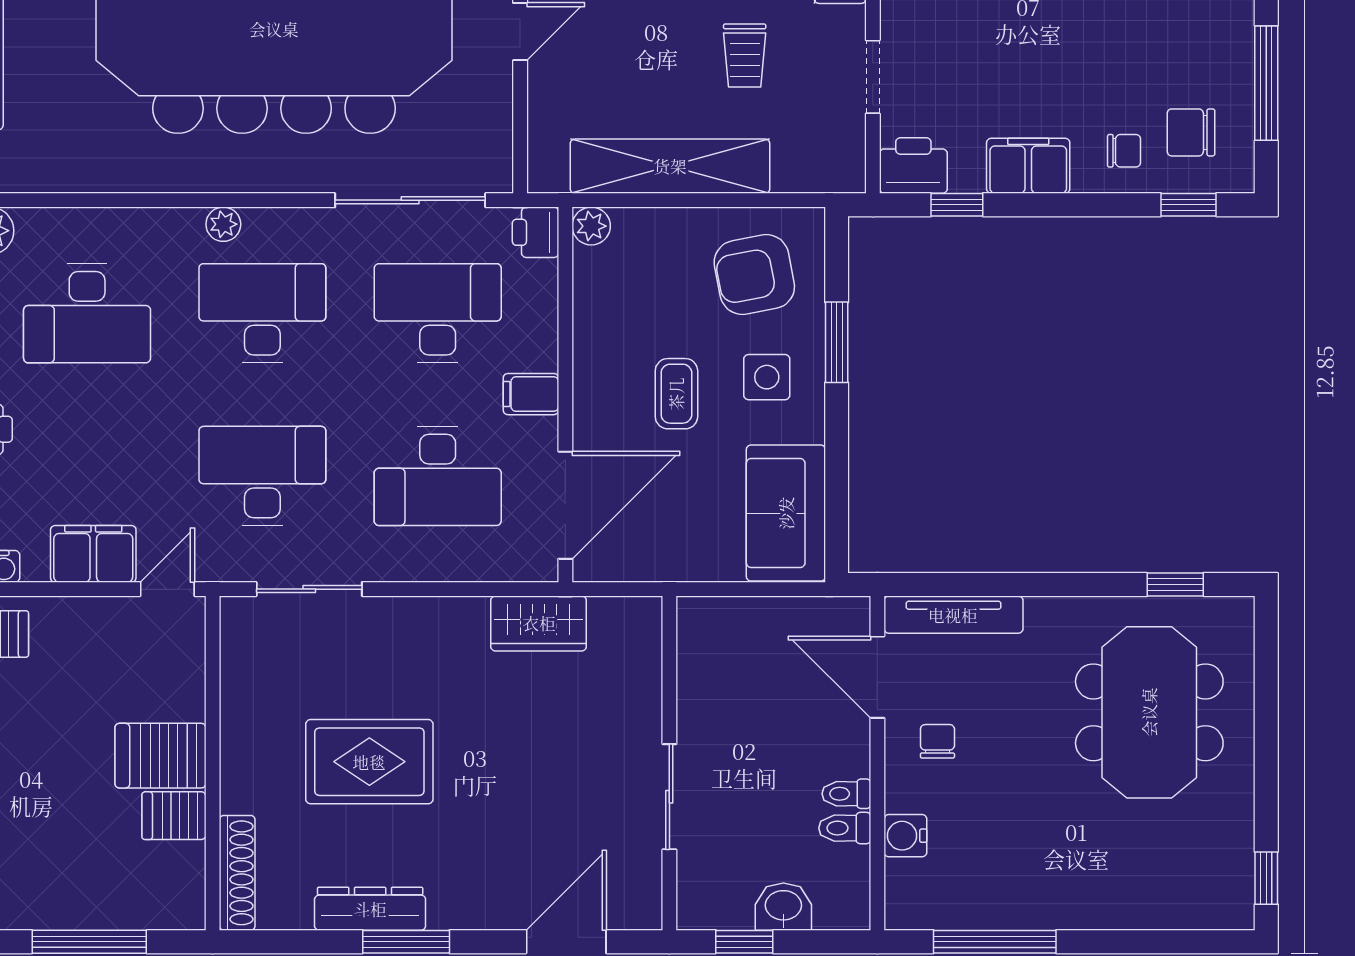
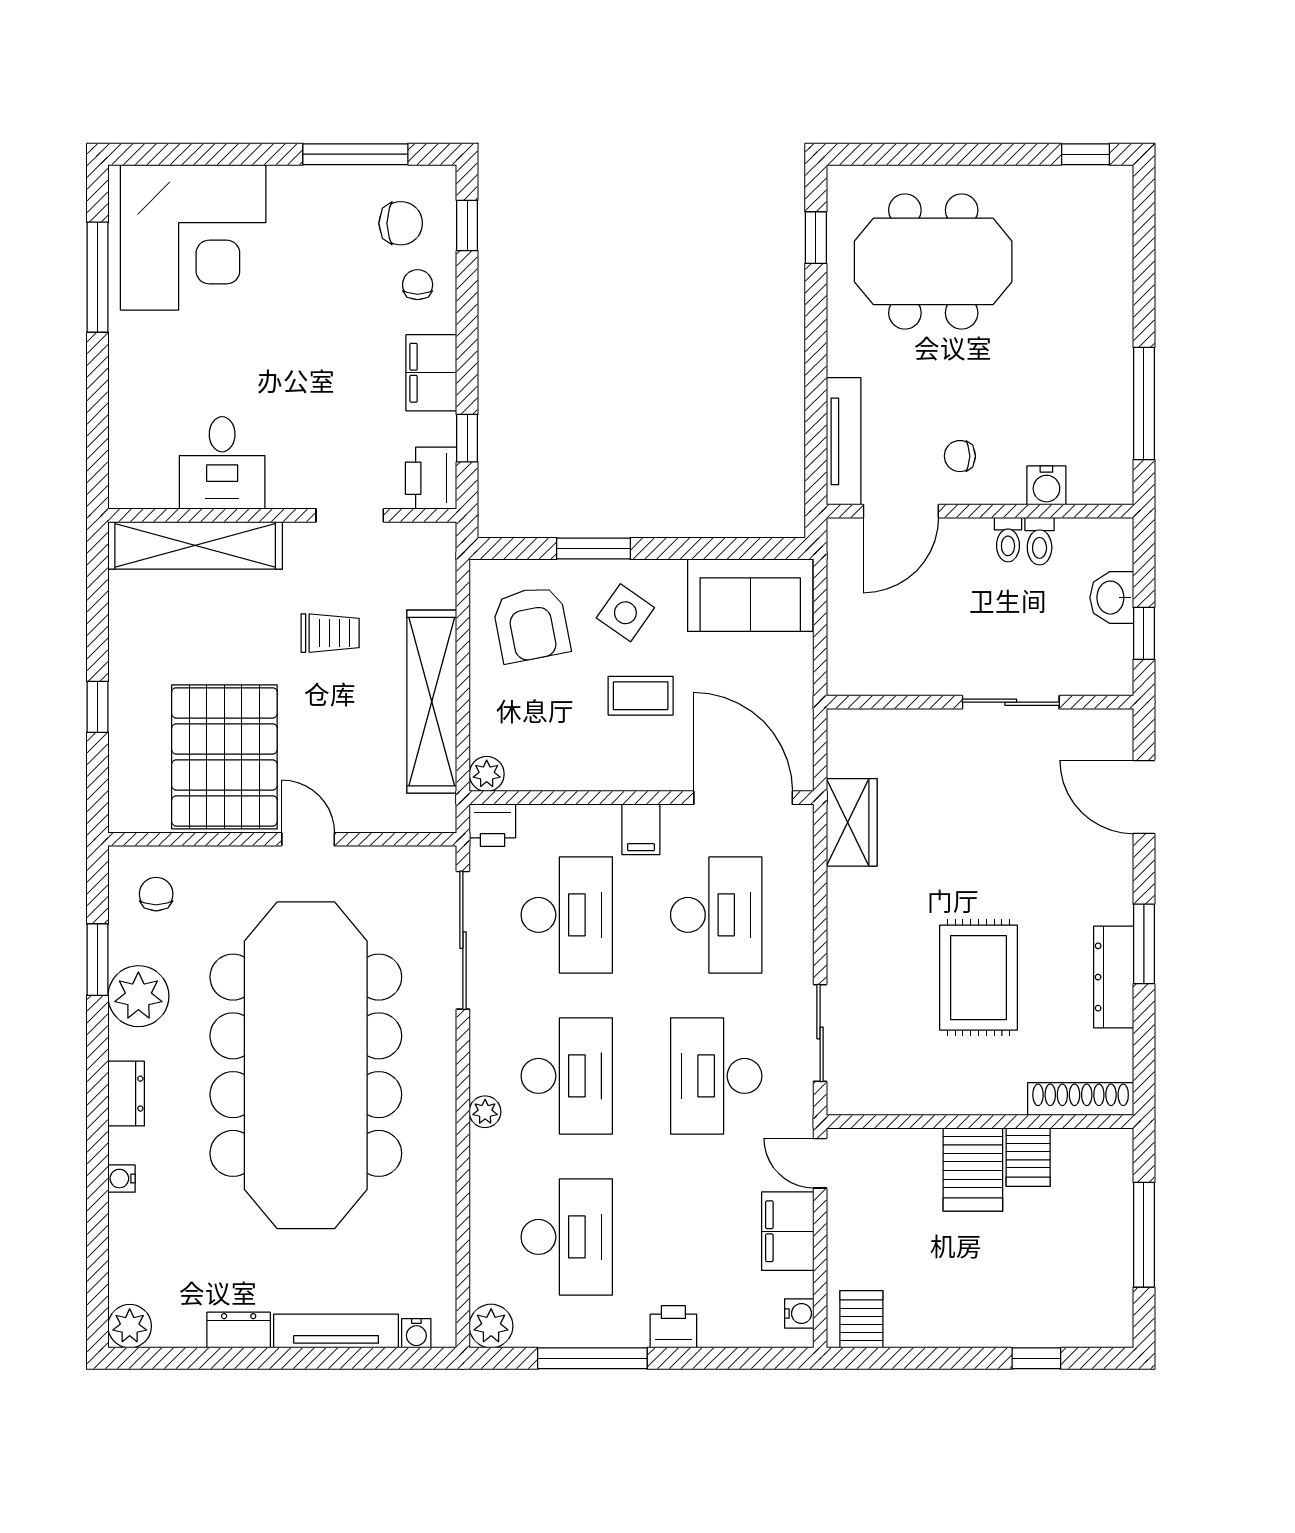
chair: (1191, 132) -> (401, 223), turned -90
desk: (262, 313) -> (567, 1076), turned 180
desk: (438, 313) -> (567, 915), turned 180
side table: (767, 377) -> (625, 613), turned 35

